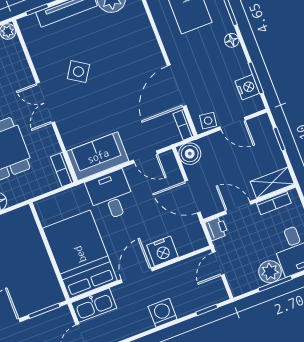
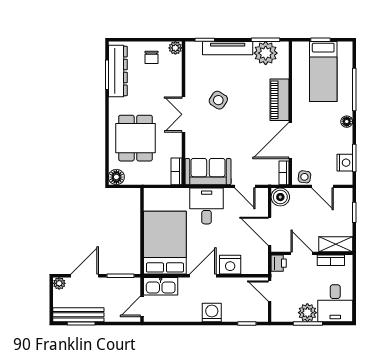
piano: (147, 45) -> (279, 100), added
door: (218, 264) -> (270, 291), hinge flipped

